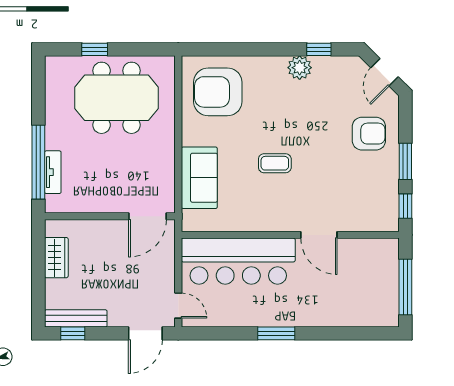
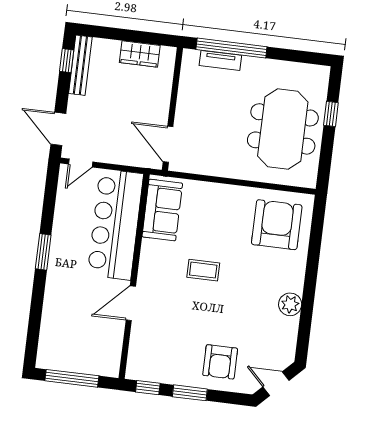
window: (319, 49) -> (305, 325), removed
coffee table: (275, 163) -> (203, 270), turned 90
sofa: (199, 178) -> (162, 210), moved, turned -90

